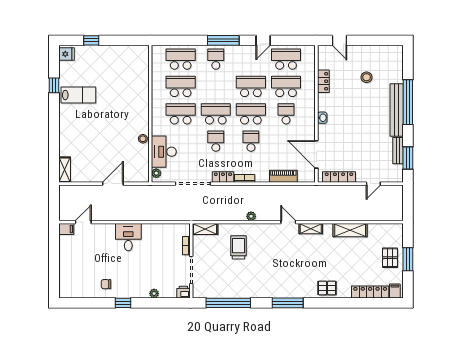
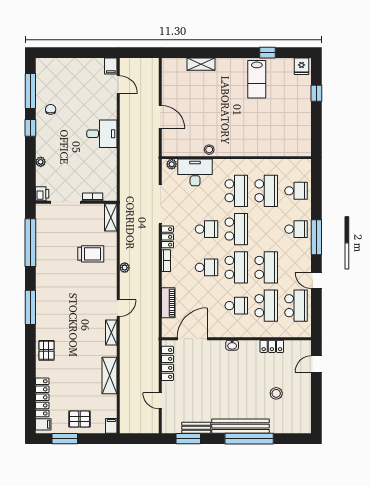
school desk: (181, 59) -> (296, 191), width x0.54
shelving: (65, 170) -> (201, 64), moved
filing cabinet: (396, 229) -> (111, 426), added
window: (408, 259) -> (65, 439), moved
window: (89, 303) -> (30, 91), added

